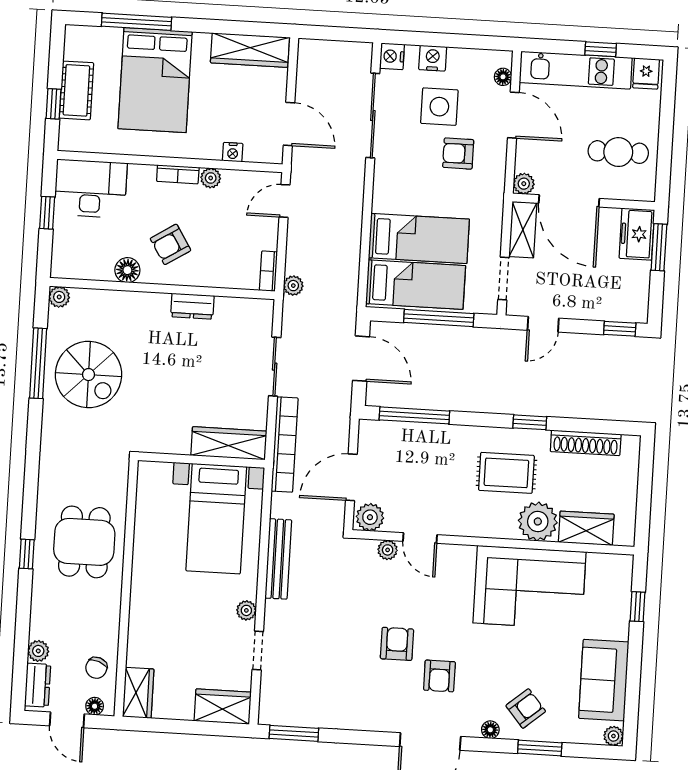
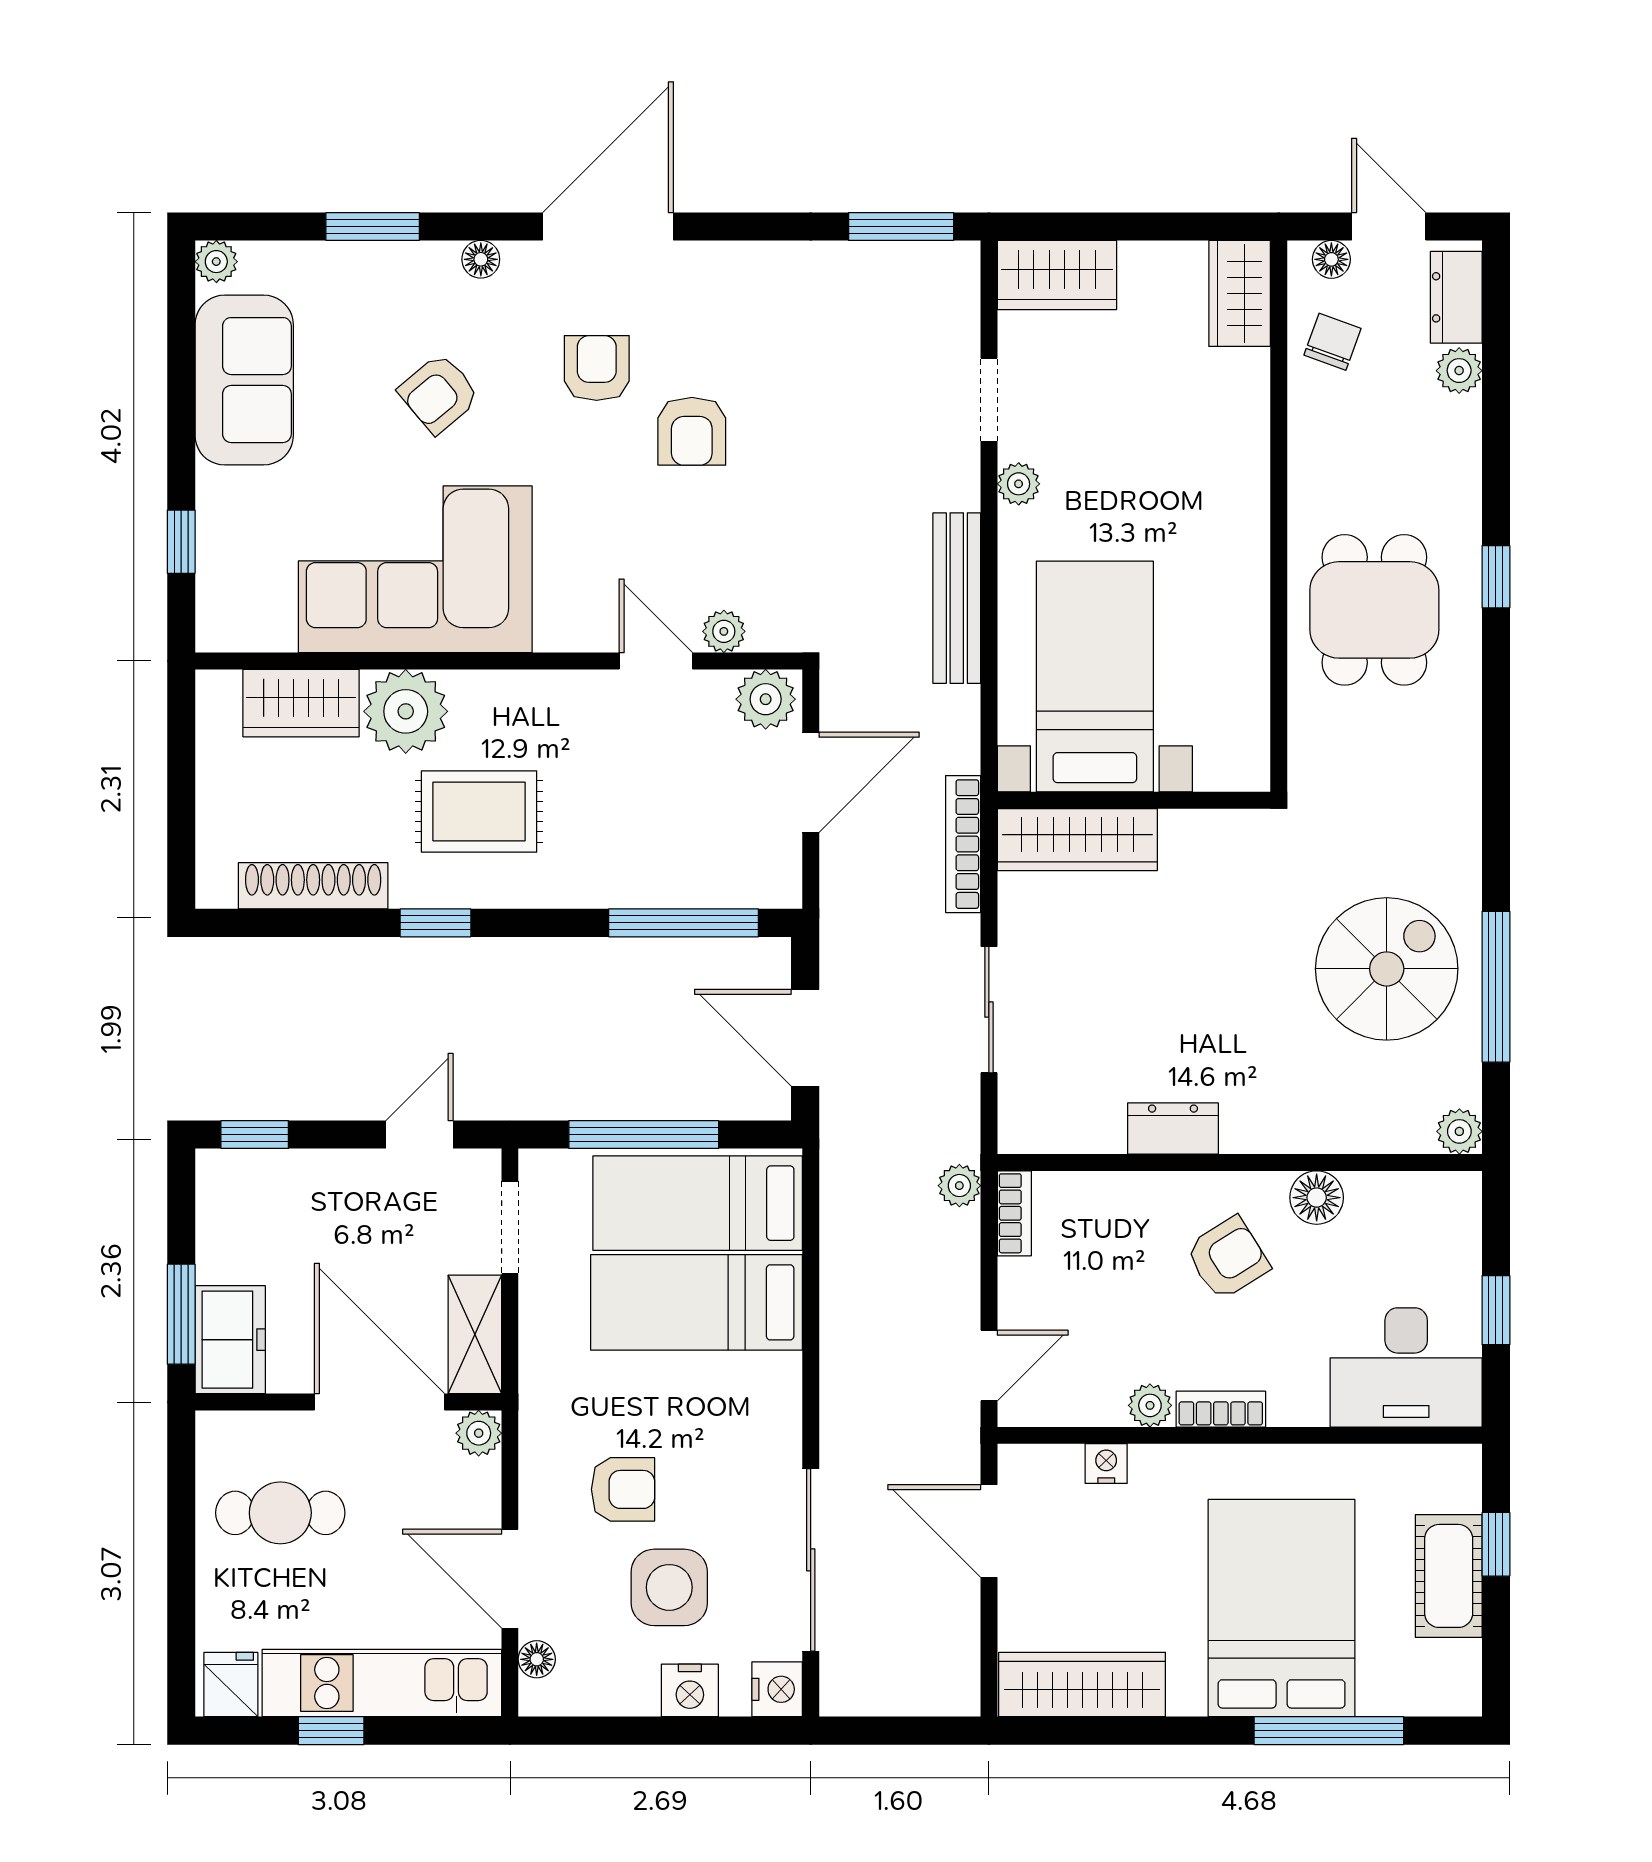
spiral stairs: (88, 375) -> (1387, 969), turned 90
bookcase: (285, 445) -> (963, 844), width x0.68, depth x0.76
armchair: (526, 709) -> (439, 394), moved

